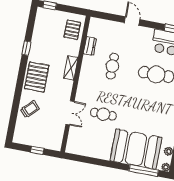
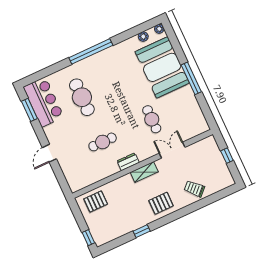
dresser: (90, 46) -> (128, 162), moved
shelving: (71, 68) -> (144, 172), moved
pallet: (37, 77) -> (161, 203), width x0.67, depth x0.71
window: (144, 170) -> (191, 78), moved

